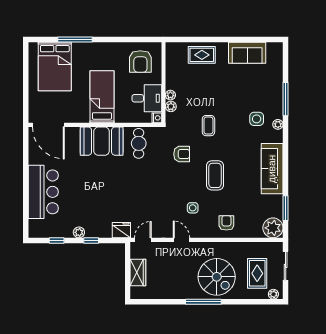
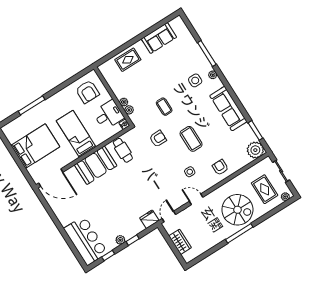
bed: (55, 66) -> (35, 146), moved, turned -90
bar counter: (43, 192) -> (86, 241), moved

